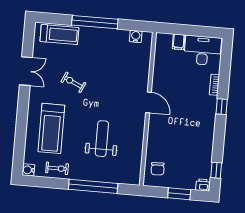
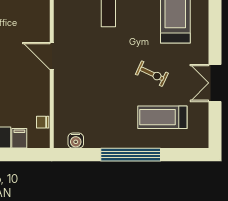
treadmill: (59, 35) -> (162, 117), moved
chair: (160, 53) -> (43, 122), added

